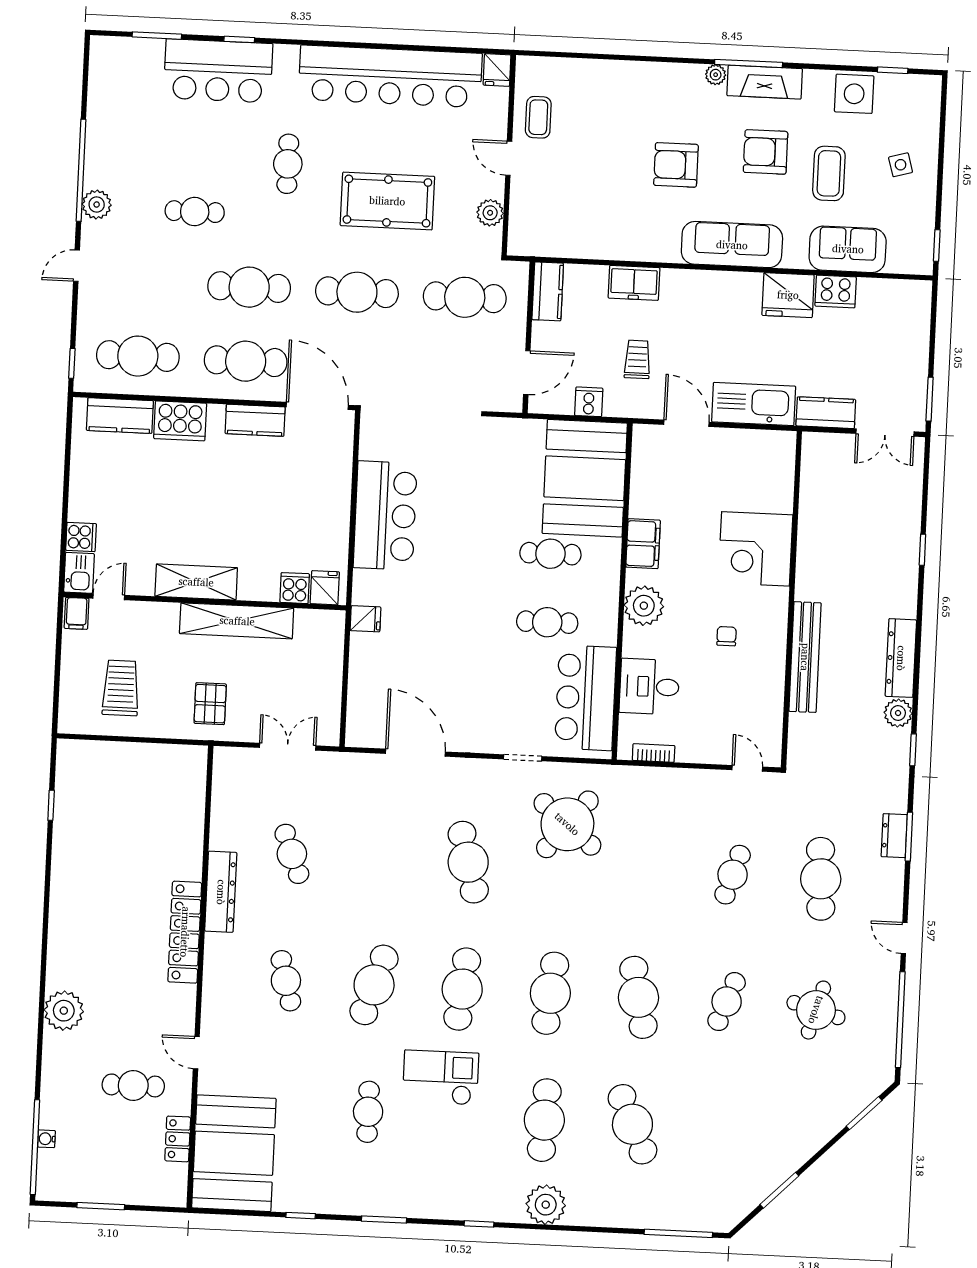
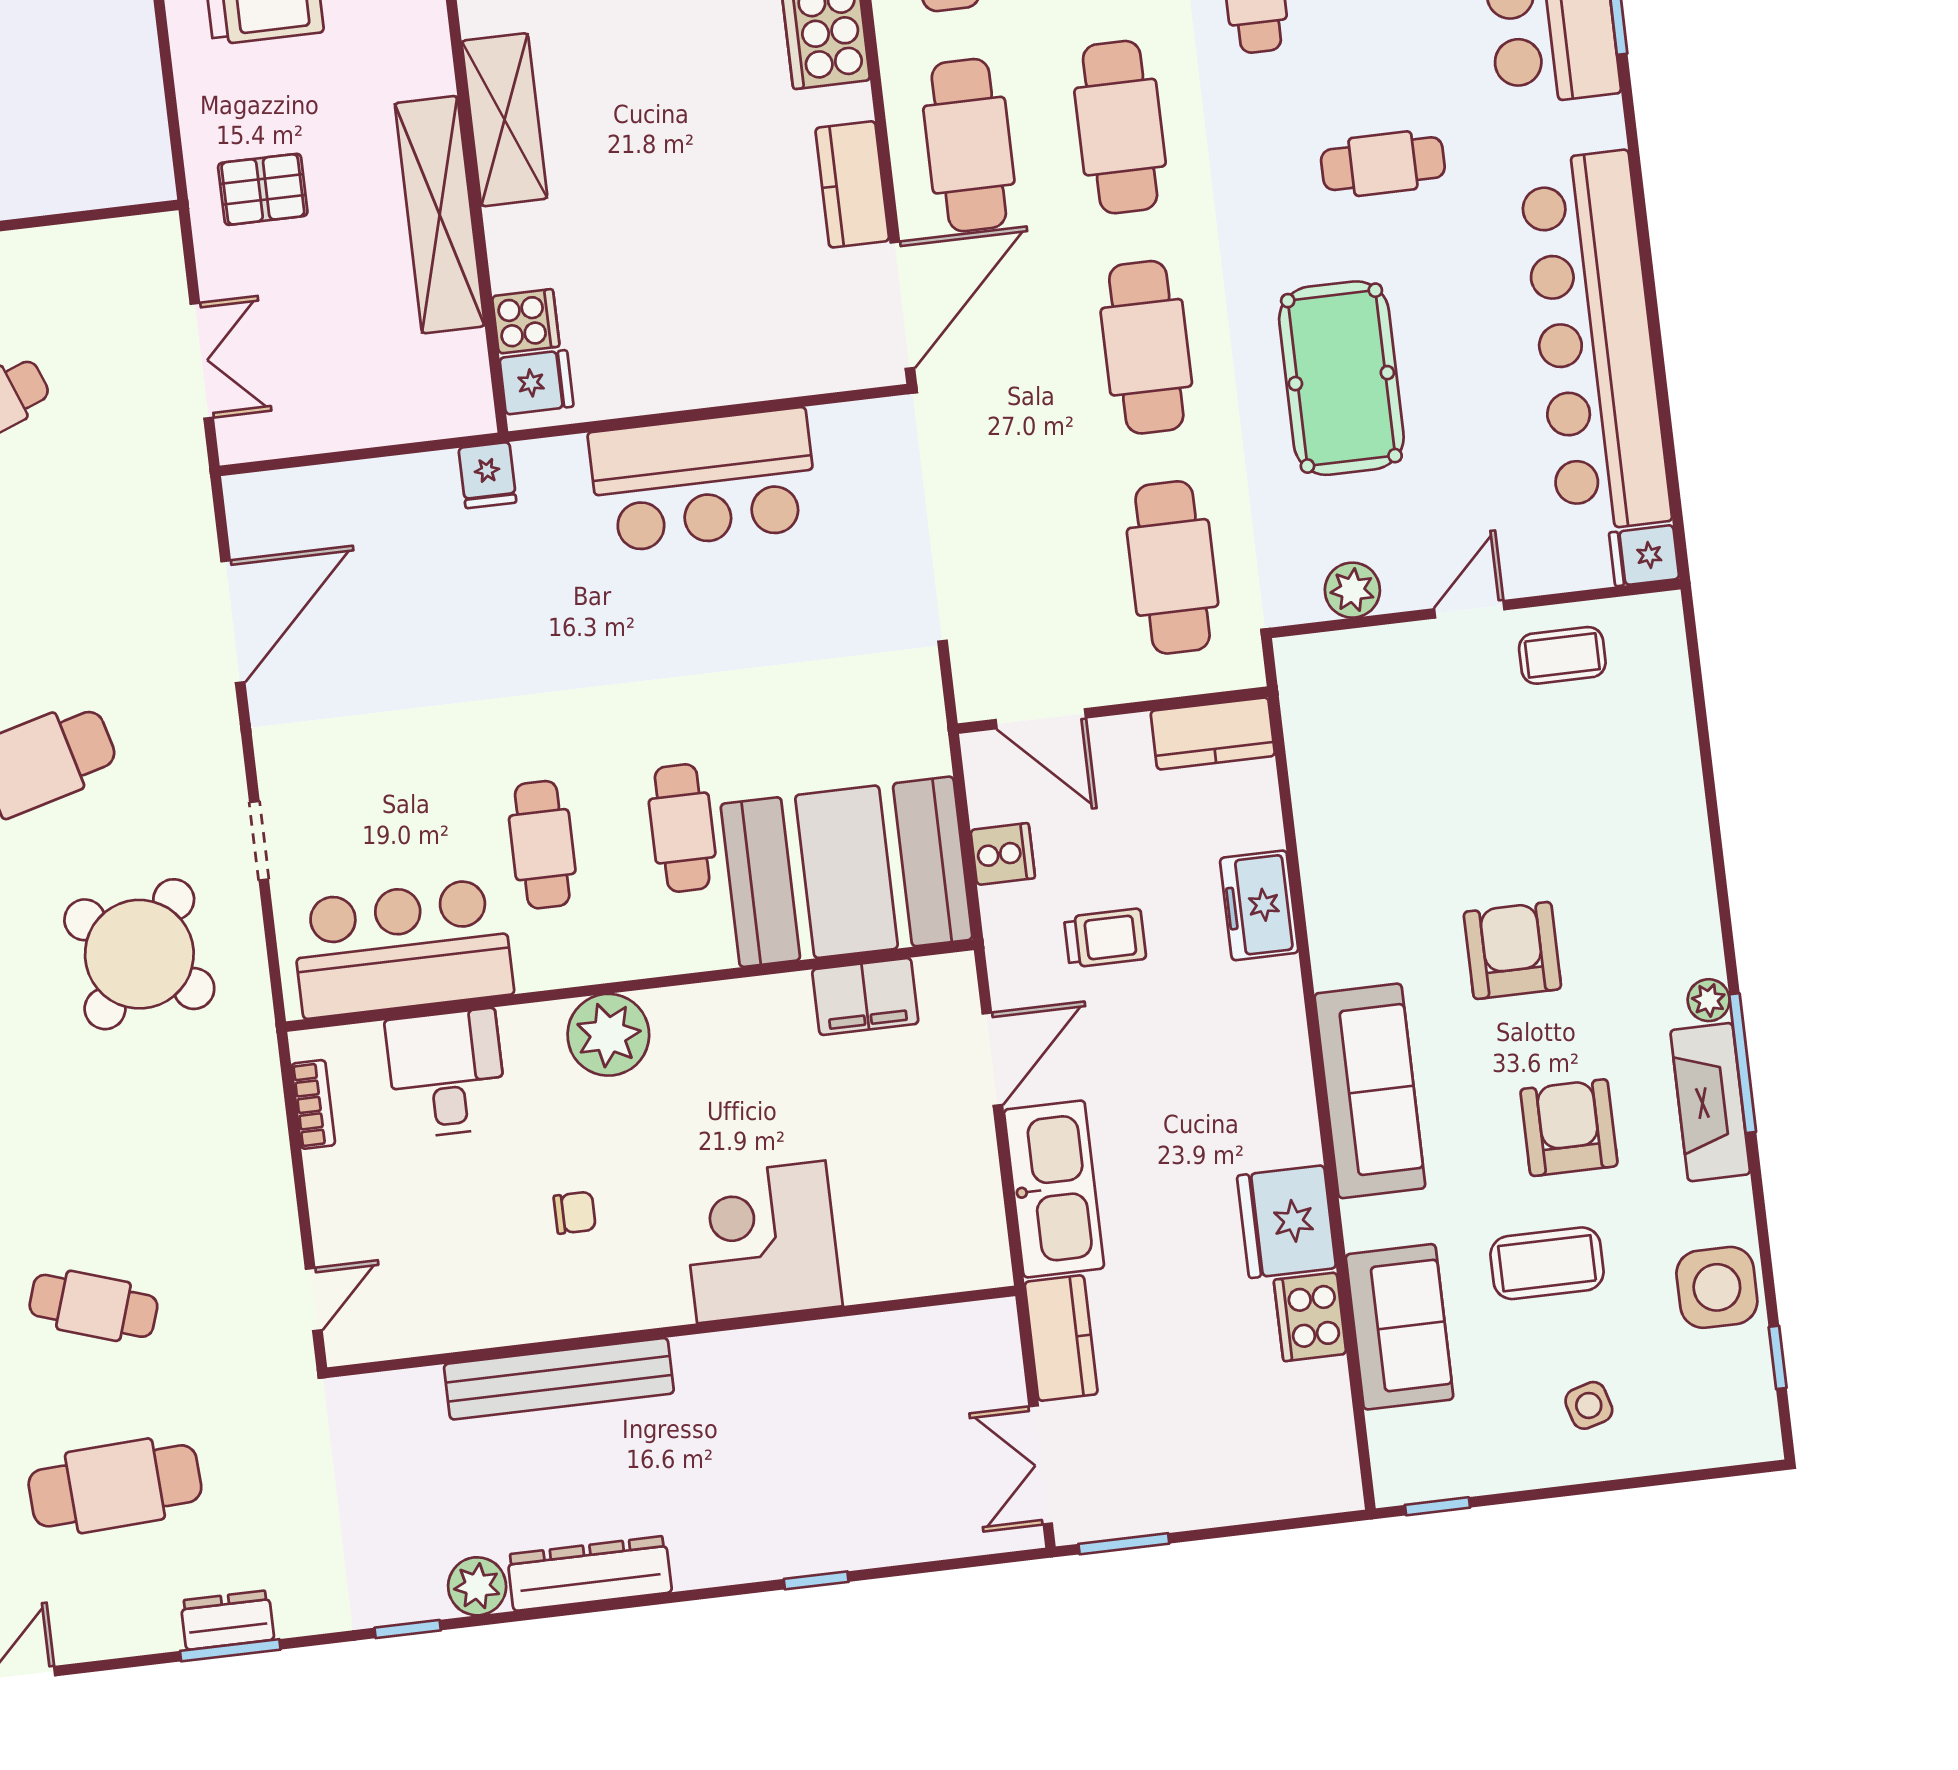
filing cabinet: (643, 544) -> (865, 997), moved

